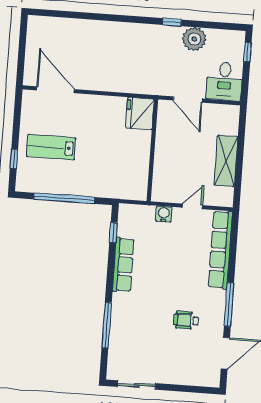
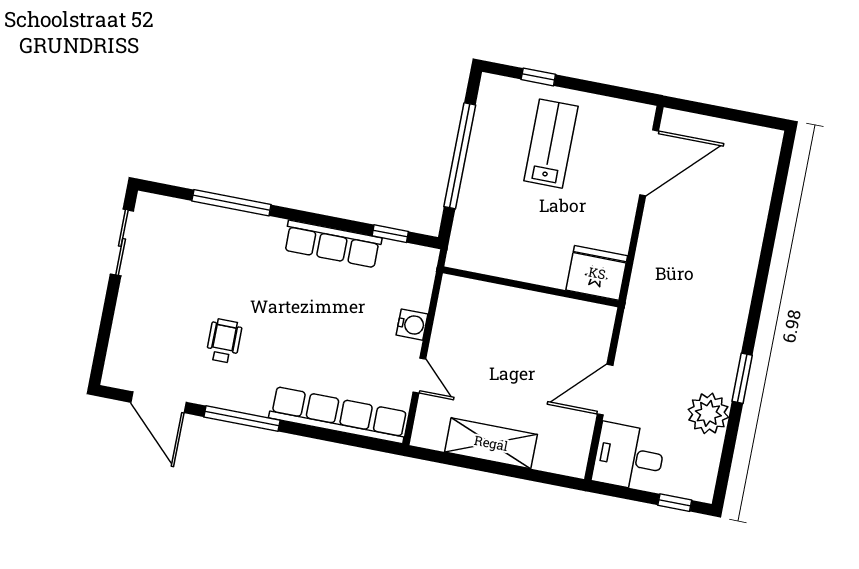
window: (172, 22) -> (742, 378), width x1.50
fridge: (140, 114) -> (597, 273), moved
wall: (152, 150) -> (531, 287), moved

